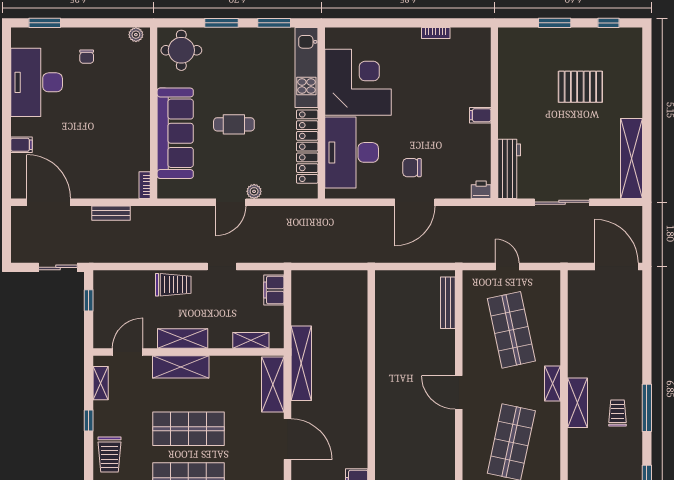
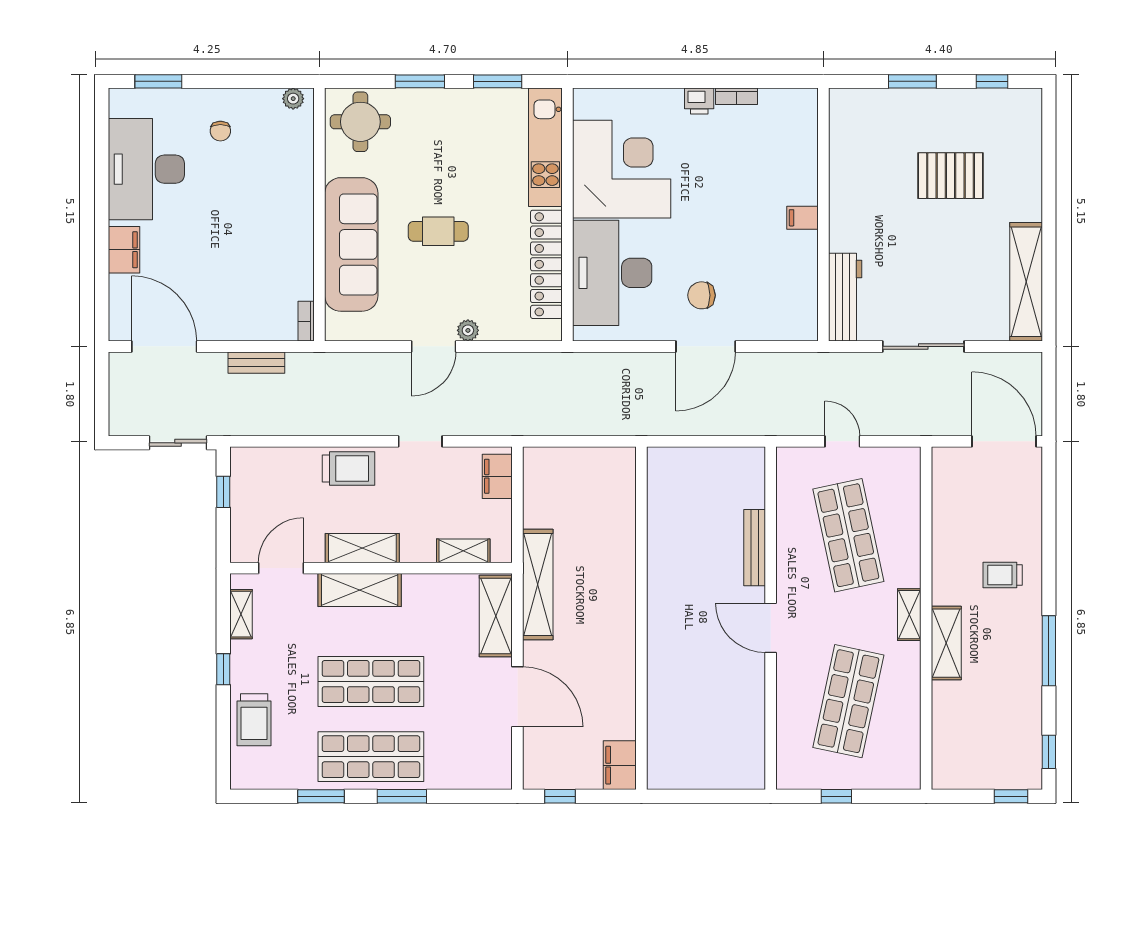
filing cabinet: (22, 145) -> (124, 250), width x2.00
printer: (481, 190) -> (699, 101), moved, turned 180
bench: (448, 303) -> (755, 548), moved
trolley: (617, 413) -> (1003, 575), moved, turned -90

